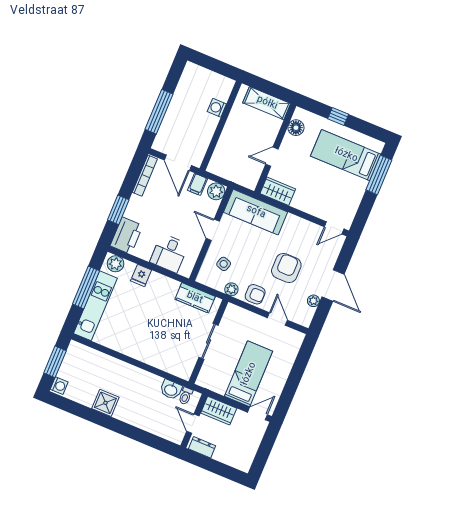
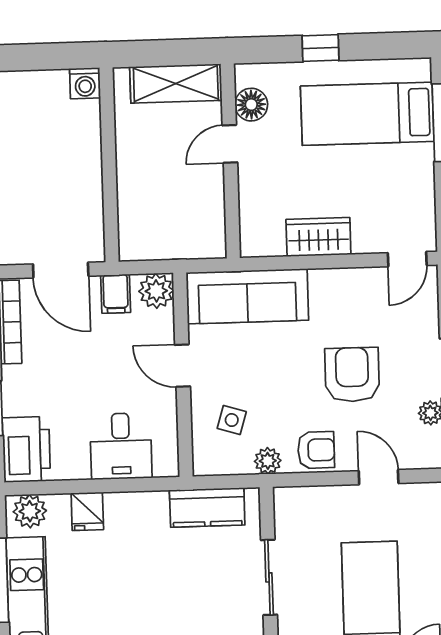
washing machine: (217, 108) -> (85, 83), moved, turned -90
door: (272, 157) -> (230, 144), moved
wardrobe: (278, 191) -> (318, 237), moved

